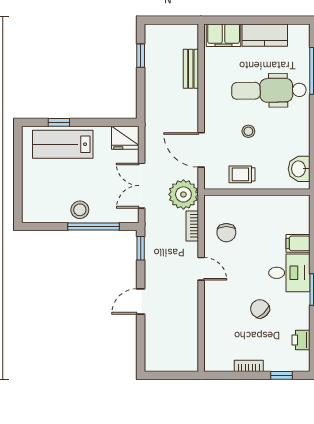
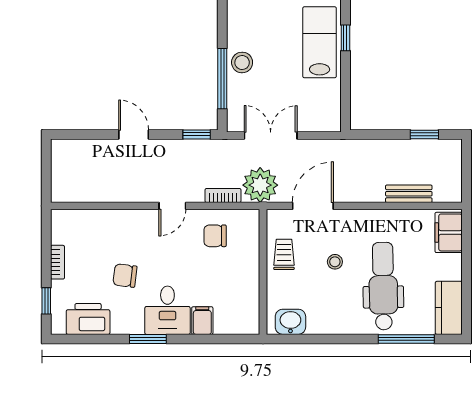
kitchen counter: (265, 35) -> (449, 308), moved
fridge: (125, 138) -> (327, 116), removed
chair: (260, 309) -> (125, 276), turned -130
printer: (301, 340) -> (88, 319), width x1.87, depth x1.48

